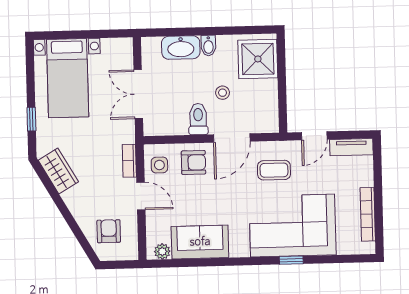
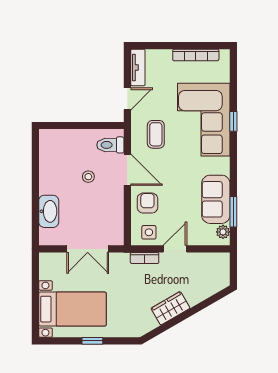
bidet: (208, 46) -> (48, 188), removed
shower: (258, 59) -> (60, 146), removed
window: (31, 119) -> (92, 341), moved
toilet: (198, 119) -> (110, 145), moved
door: (314, 136) -> (127, 99), hinge flipped
wardrobe: (58, 171) -> (170, 308), moved
armchair: (109, 231) -> (204, 277), removed
window: (186, 263) -> (233, 212), added

